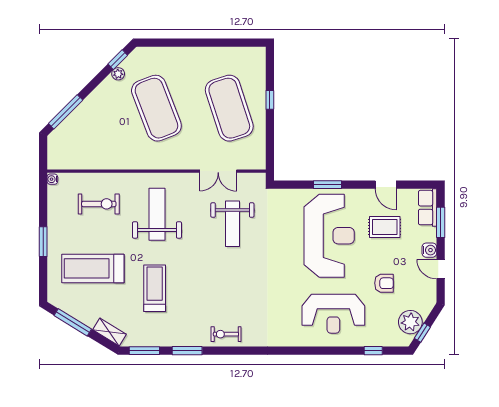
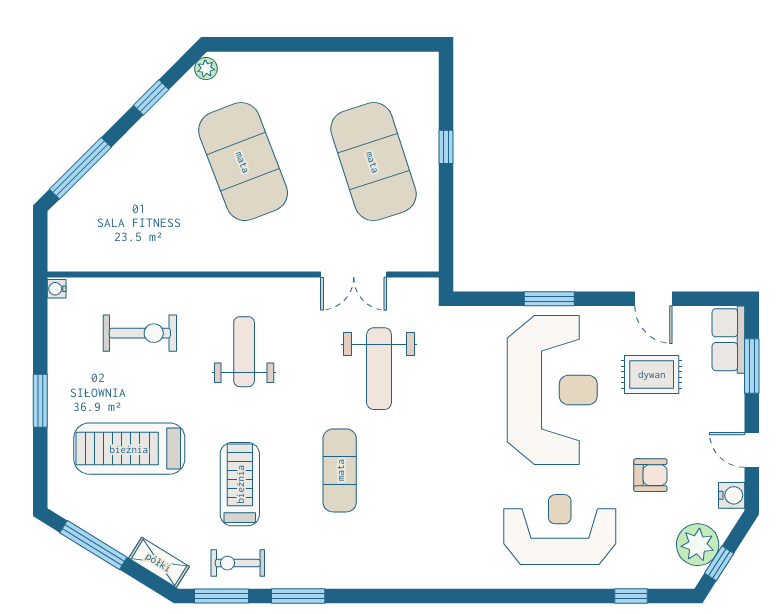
window: (118, 60) -> (151, 97), moved
plant: (118, 74) -> (206, 69), moved
weight bench: (157, 214) -> (244, 352), width x0.73, depth x0.75
water cooler: (429, 250) -> (732, 495), moved
exercise mat: (210, 281) -> (340, 470), added
reception desk: (333, 314) -> (560, 530), turned 180
exercise bike: (226, 334) -> (238, 563), moved

